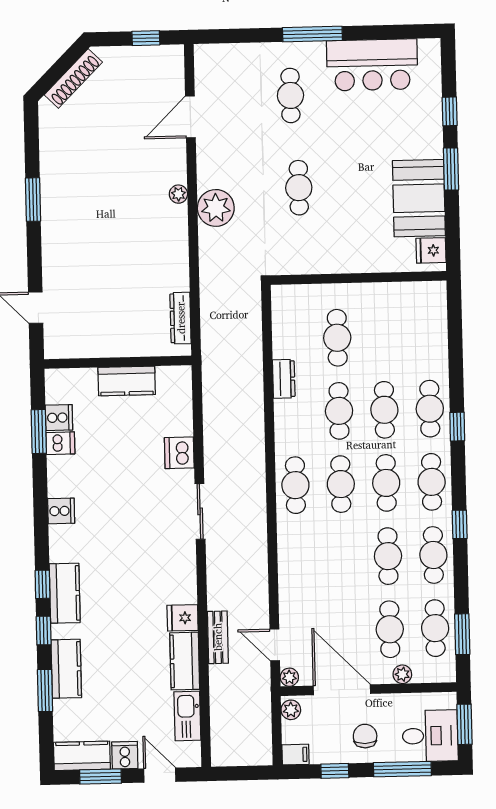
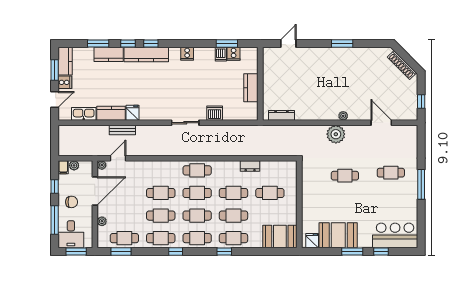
bar counter: (372, 65) -> (395, 235), moved, turned 90
booth: (424, 315) -> (280, 237), added
kitchen counter: (65, 593) -> (146, 54), width x1.50
cafe table: (390, 629) -> (161, 193), moved
plant: (291, 710) -> (74, 165), moved

